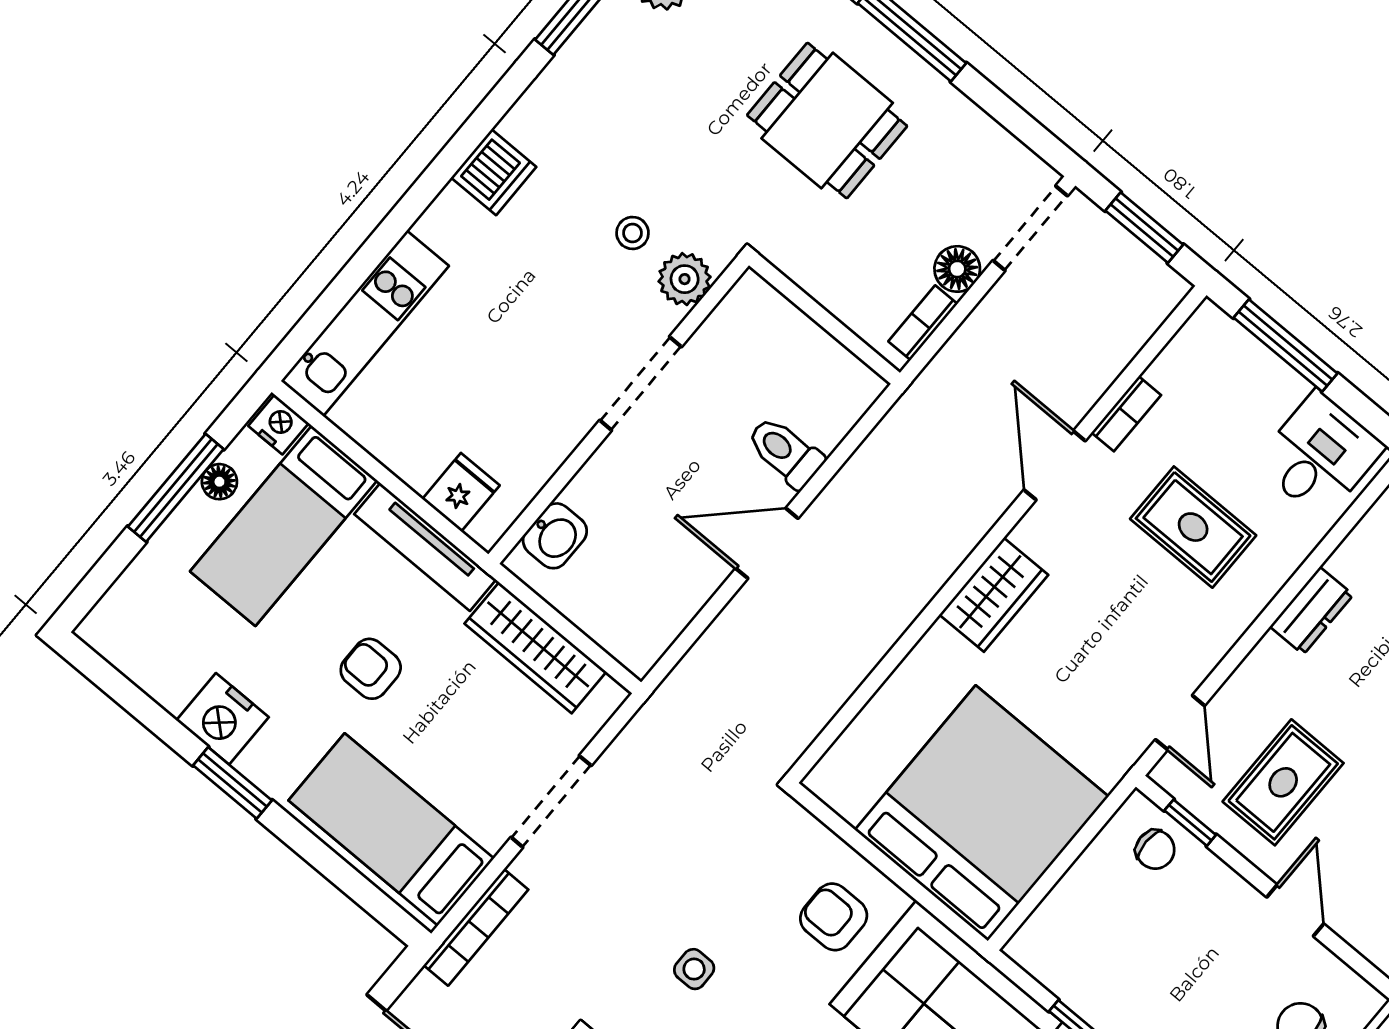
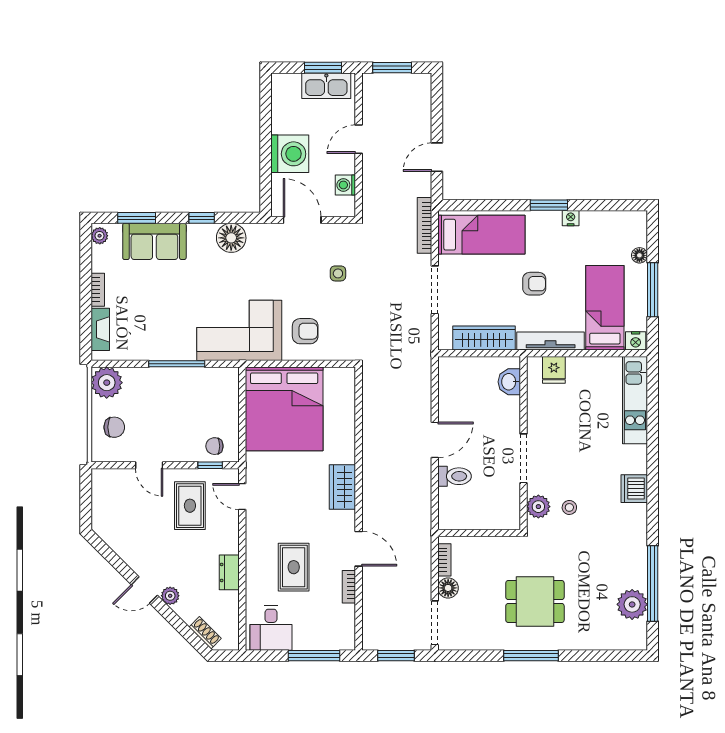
floor lamp: (219, 482) -> (639, 255), moved
rug: (1193, 527) -> (294, 567), turned 90
nightstand: (223, 719) -> (571, 218), width x0.53, depth x0.56

